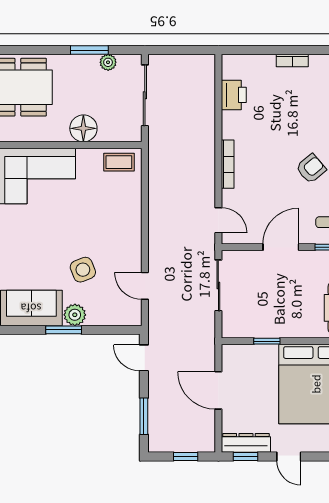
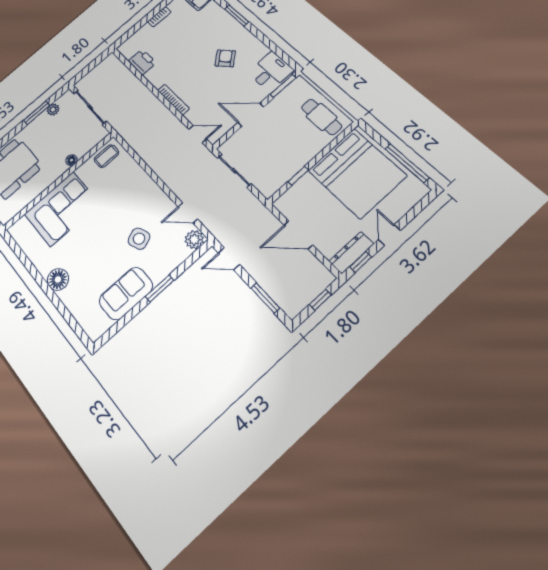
floor lamp: (83, 128) -> (71, 160), width x0.53, depth x0.53
door: (281, 247) -> (251, 115), hinge flipped
plant: (75, 315) -> (194, 240), moved
door: (289, 456) -> (389, 235), swing flipped

